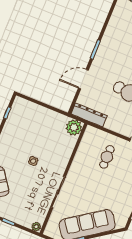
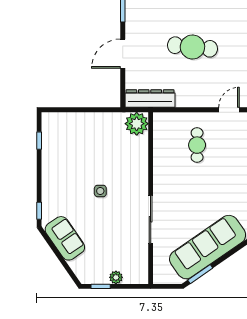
plant: (36, 227) -> (116, 277), moved

